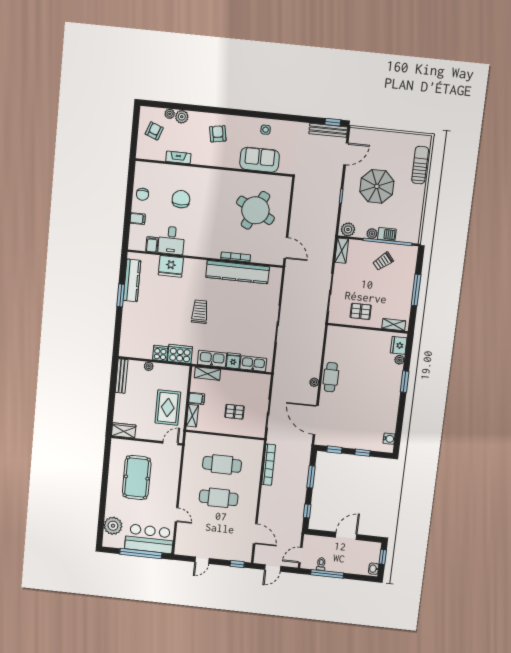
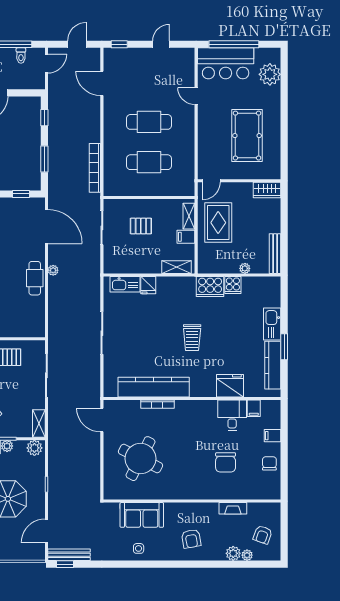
kitchen sink: (212, 359) -> (272, 324), moved, turned 90

